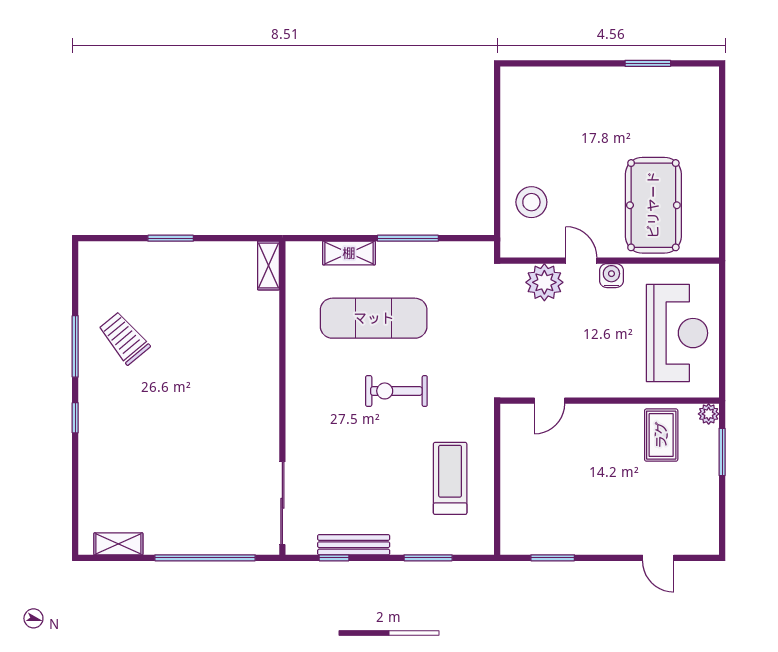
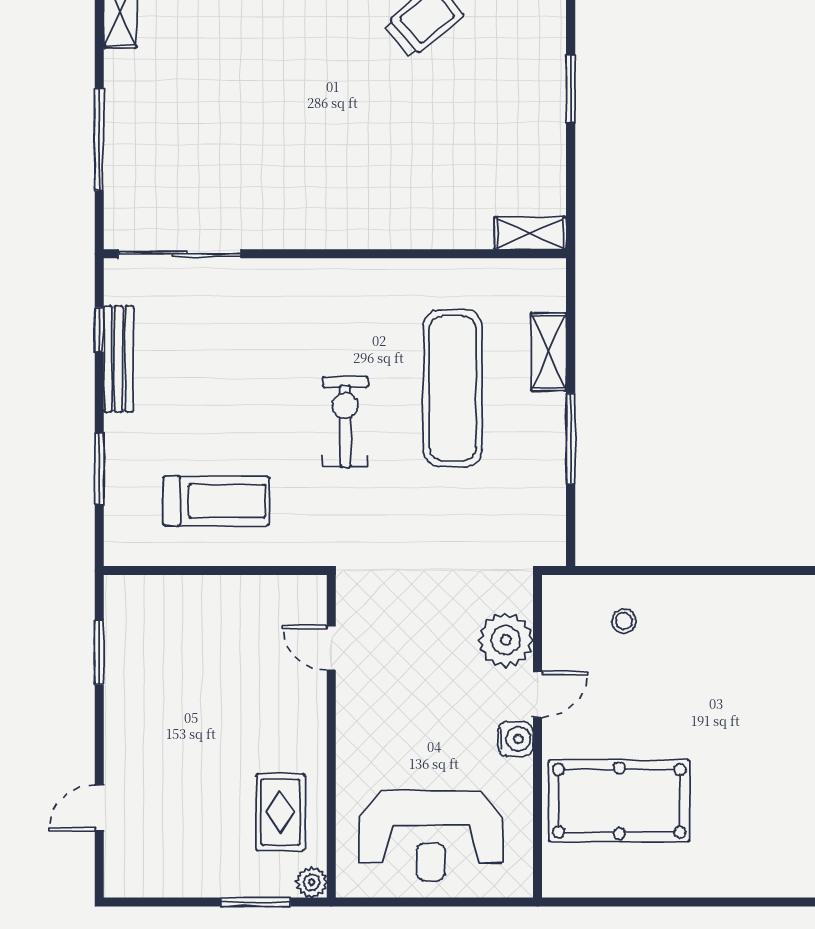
stool: (531, 202) -> (624, 621), width x0.53, depth x0.53
rug: (661, 435) -> (280, 812), turned 90
window: (205, 558) -> (99, 140), width x0.68

